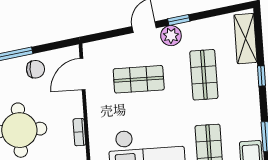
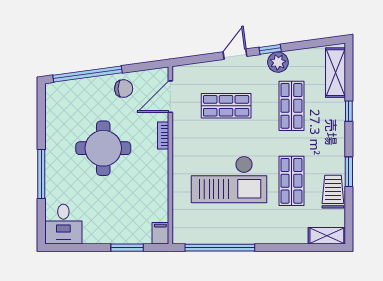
plant: (171, 36) -> (278, 62), moved
bookcase: (79, 132) -> (163, 136), moved

